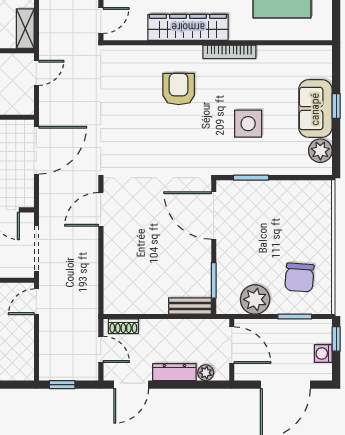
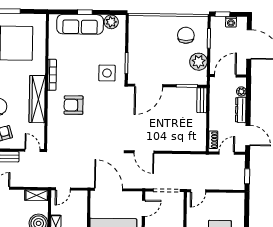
door: (36, 73) -> (63, 189), swing flipped
sofa: (315, 109) -> (80, 24), width x1.36
side table: (248, 124) -> (107, 73), moved
chair: (299, 277) -> (186, 35), turned -94
door: (36, 302) -> (198, 191), hinge flipped

